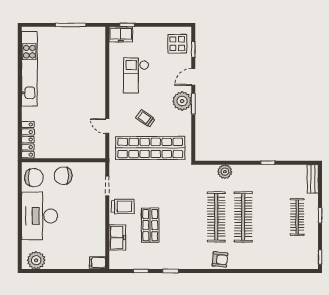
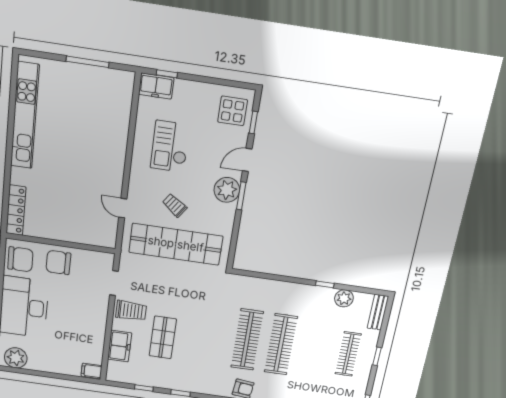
plant: (225, 172) -> (344, 298), moved

